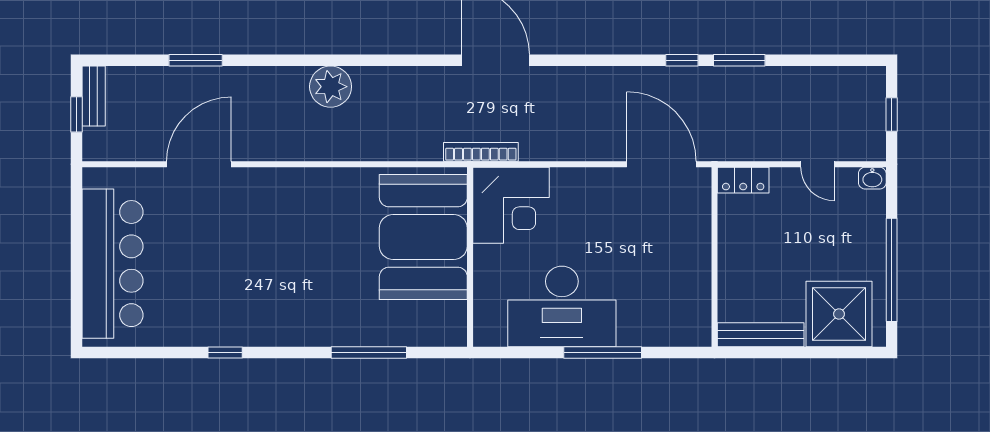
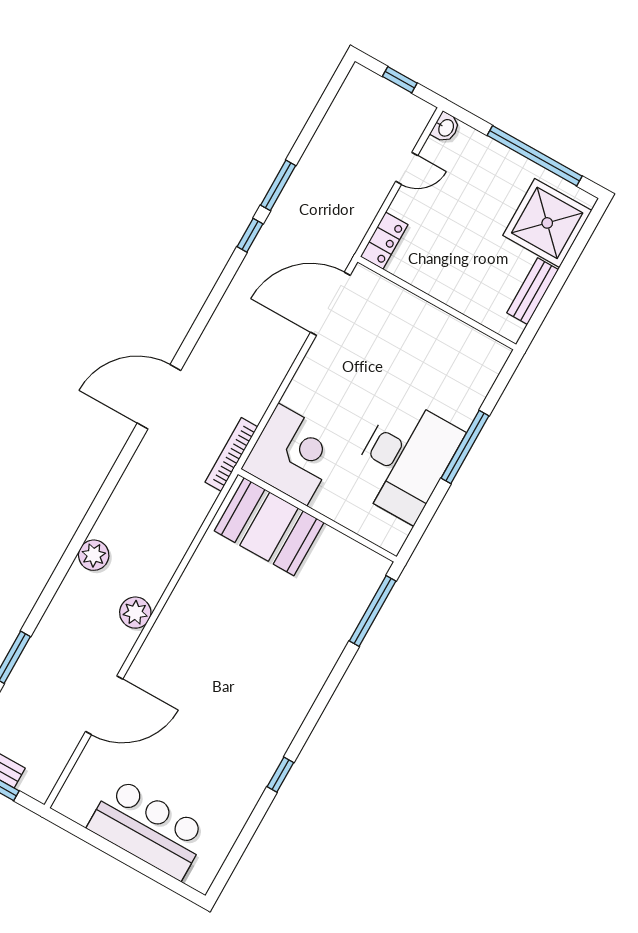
plant: (331, 87) -> (94, 555), width x0.73, depth x0.73
plant: (295, 146) -> (135, 613), added
door: (199, 164) -> (104, 705), swing flipped
booth: (423, 237) -> (269, 527), width x0.73, depth x0.70
bar counter: (113, 264) -> (148, 829), width x0.73
bench: (761, 335) -> (533, 291), width x0.73
window: (369, 353) -> (373, 611), moved

